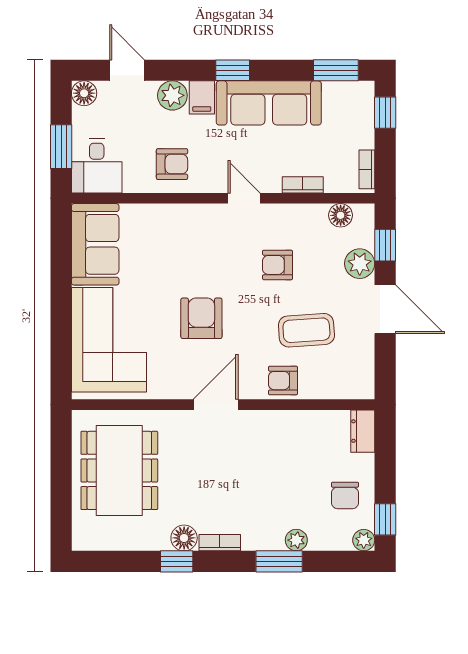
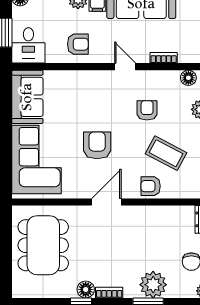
armchair: (278, 265) -> (147, 110), turned 90
coffee table: (306, 330) -> (166, 153), turned 32
plant: (296, 540) -> (153, 285), width x1.87, depth x1.87

